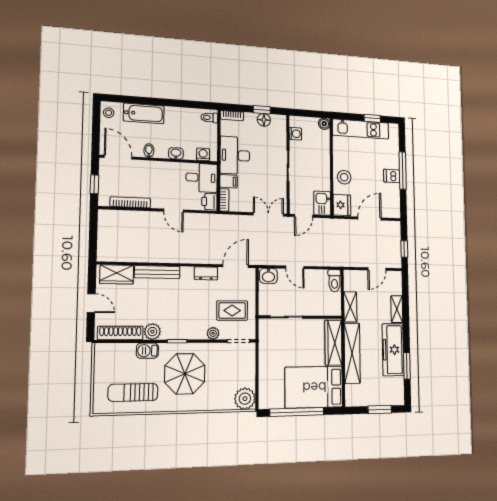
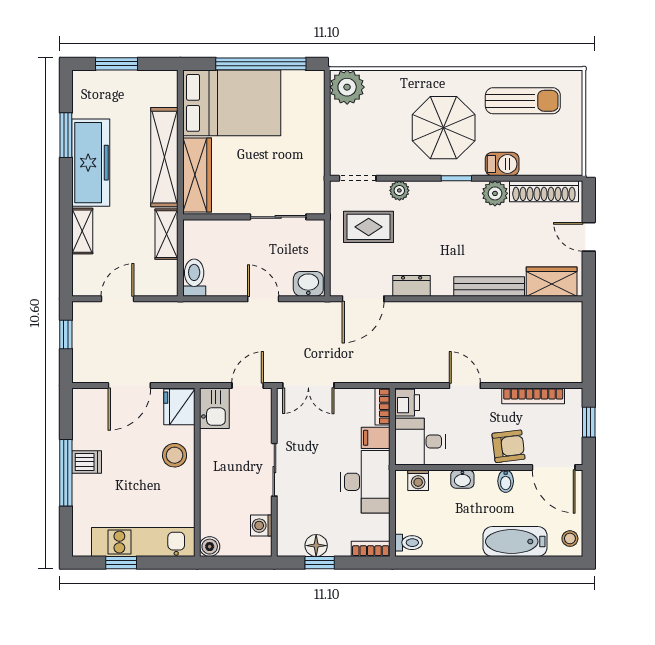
armchair: (147, 172) -> (508, 446), added

